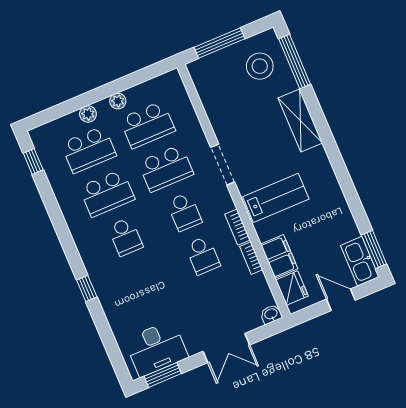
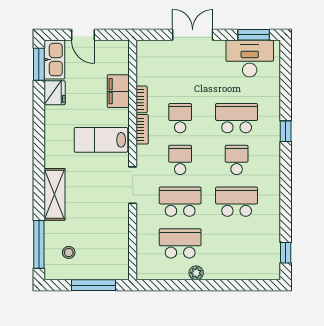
stool: (260, 66) -> (69, 252), width x0.53, depth x0.53
plant: (88, 114) -> (225, 273), removed
school desk: (89, 150) -> (237, 118), moved
fridge: (292, 288) -> (55, 93), moved, turned 180
washbasin: (271, 314) -> (145, 47), removed

